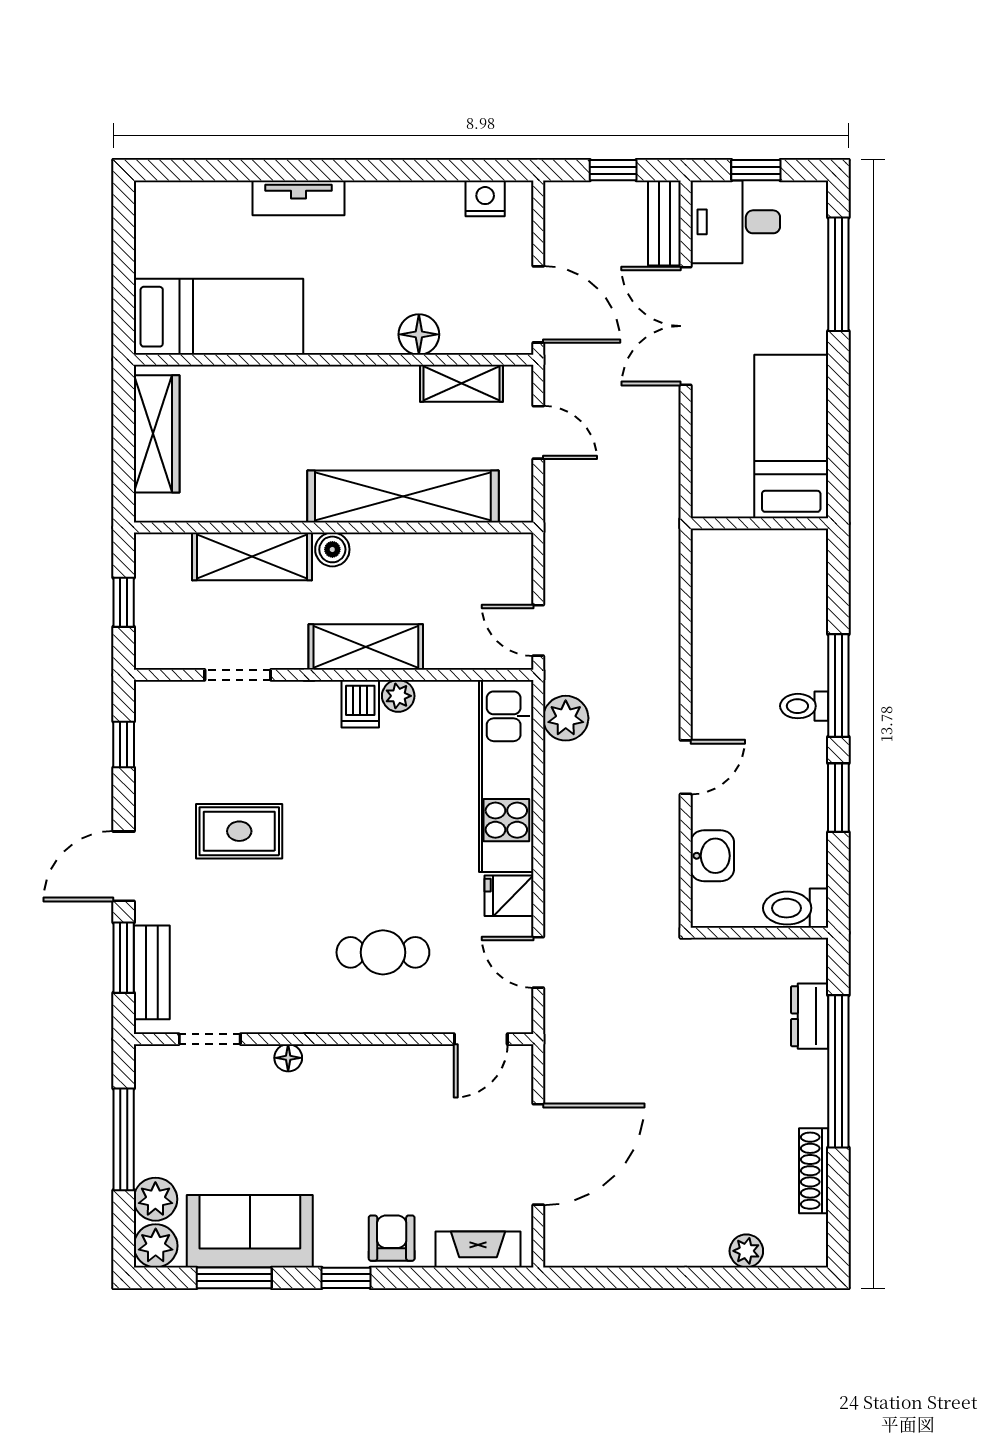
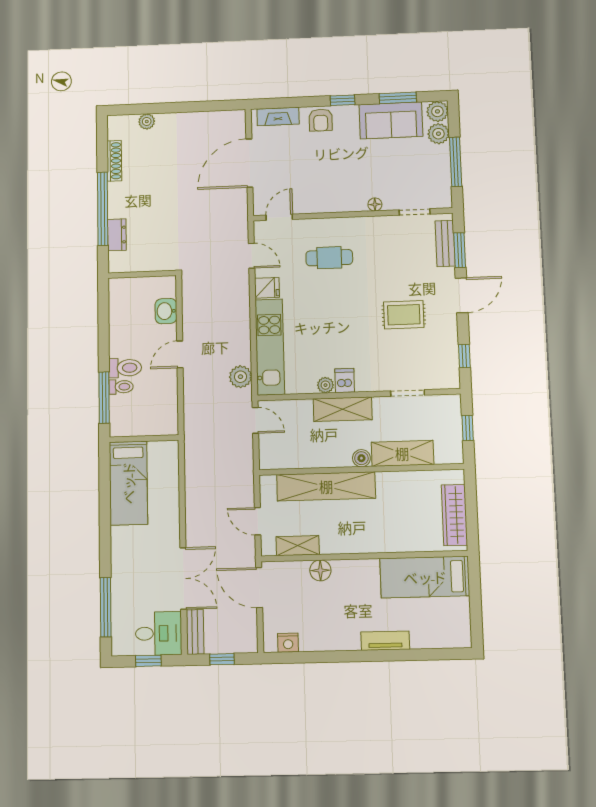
bed: (791, 437) -> (128, 483), moved
wall: (759, 523) -> (144, 439), moved
window: (838, 798) -> (104, 342), removed
toilet: (796, 908) -> (125, 368), moved

